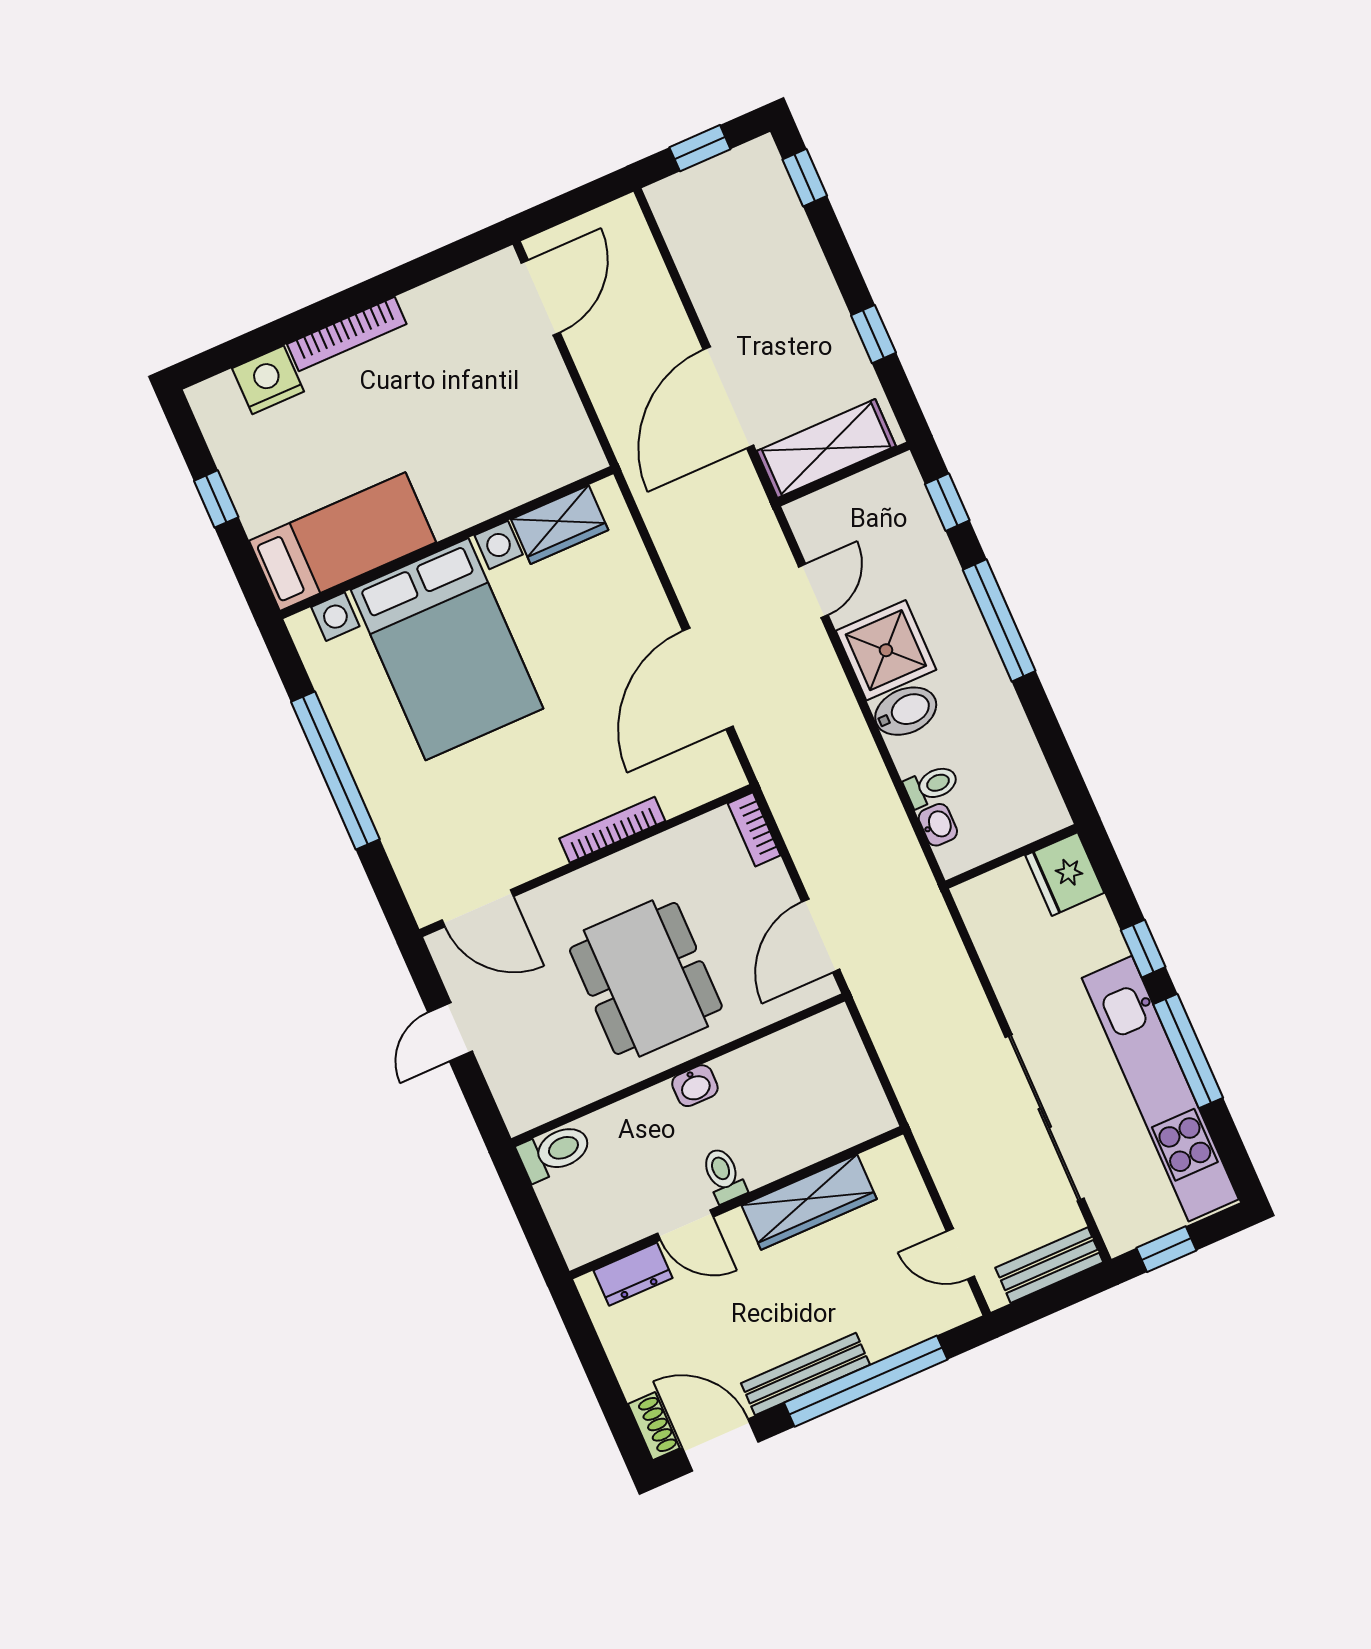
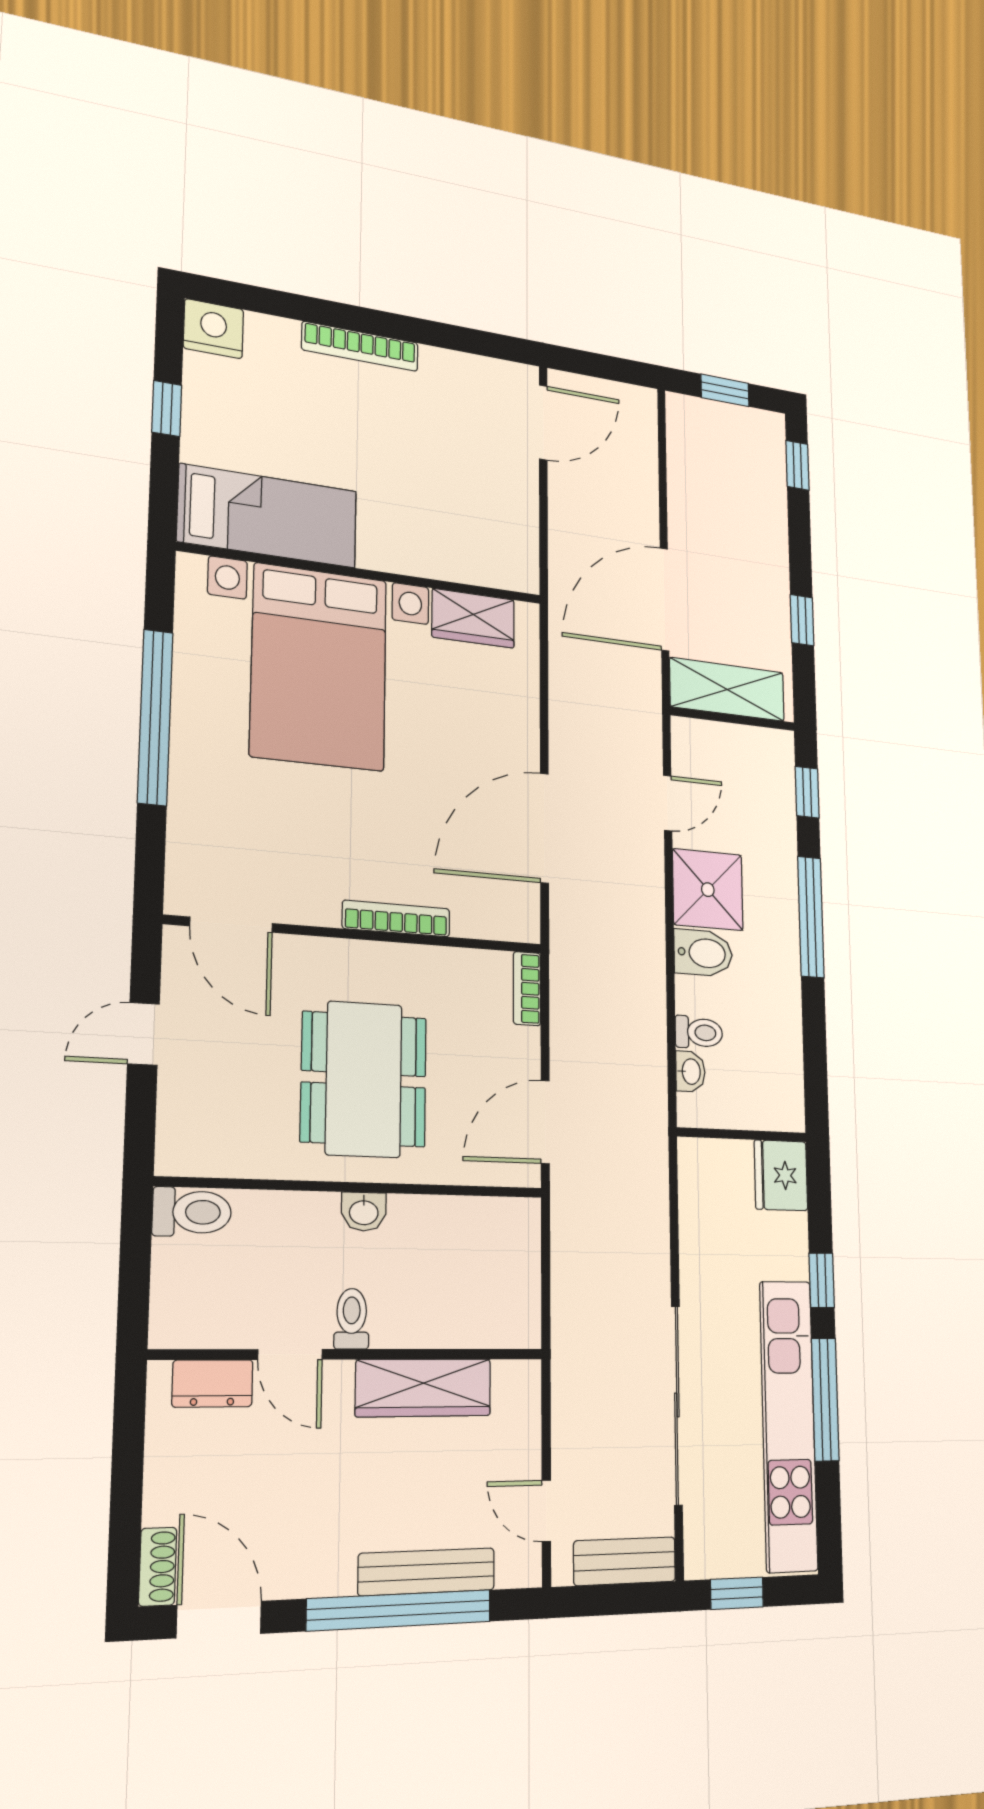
nightstand: (268, 380) -> (213, 329), moved
bench: (805, 1374) -> (427, 1572), moved

